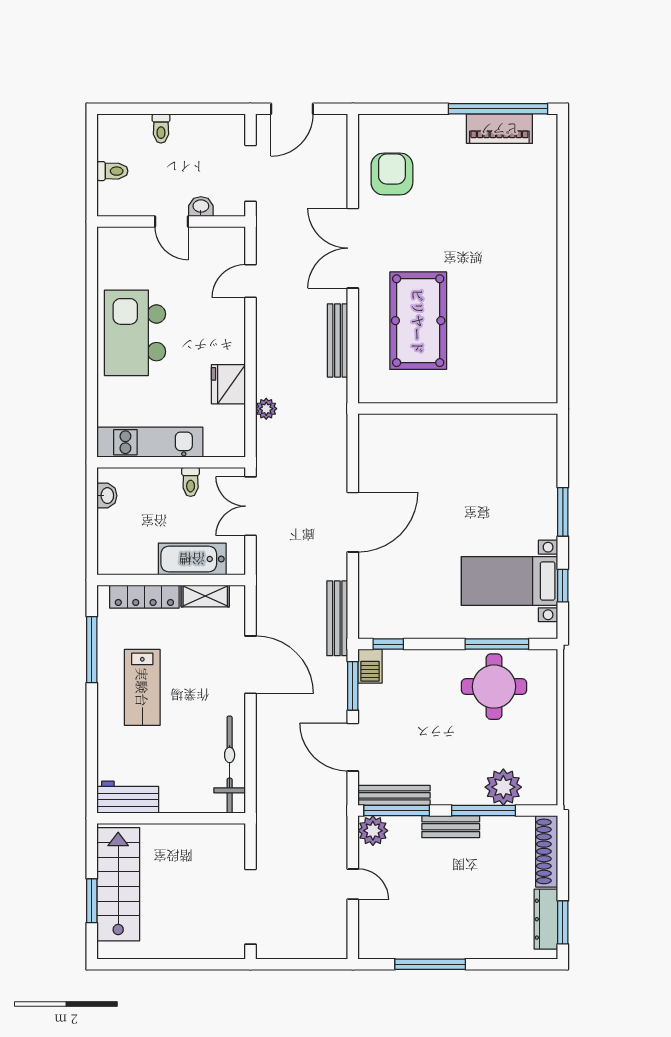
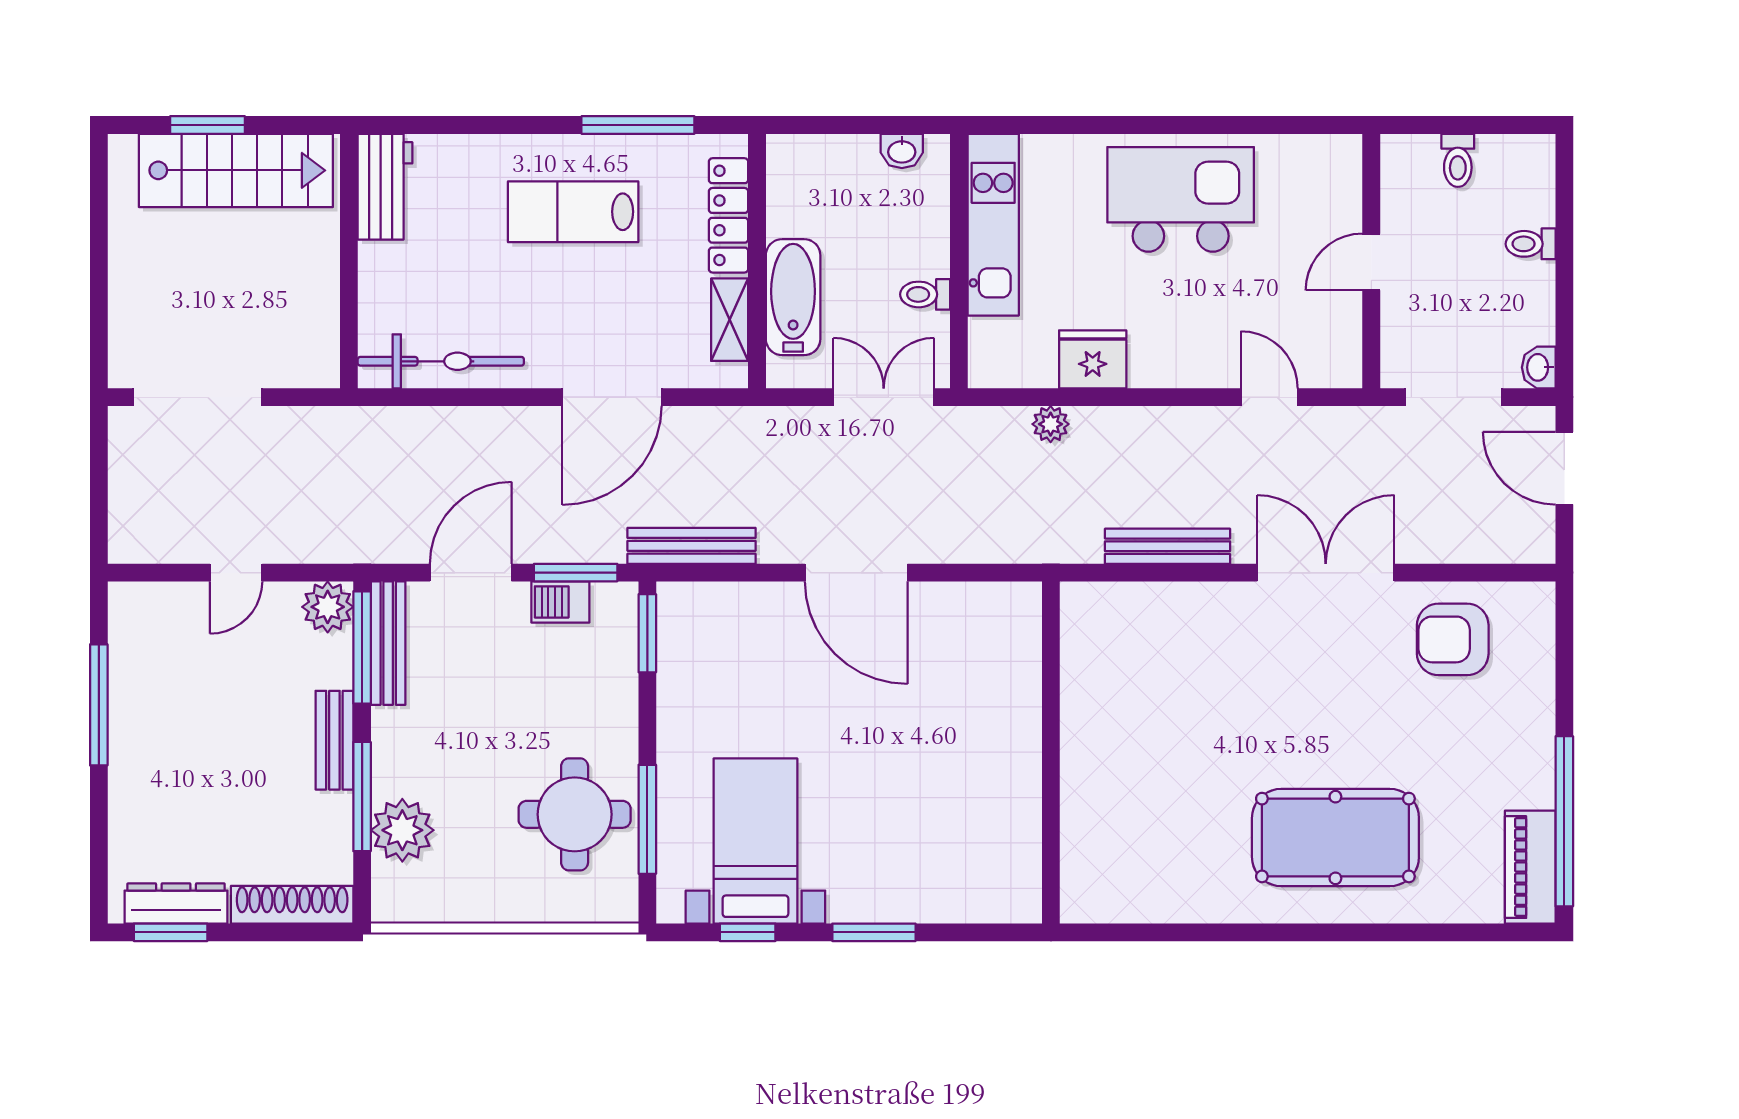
piano: (499, 129) -> (1530, 867), moved
armchair: (392, 174) -> (1453, 639), turned 180
washbasin: (201, 207) -> (1539, 367), moved, turned 180
pool table: (418, 321) -> (1335, 838), moved
window: (388, 644) -> (647, 633), width x1.50
barbecue: (370, 666) -> (560, 602), moved

